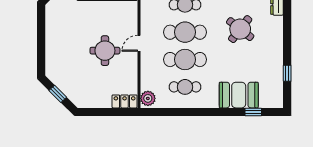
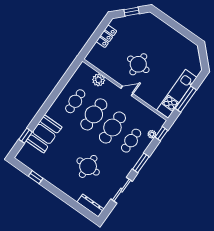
round table: (240, 29) -> (88, 166), turned -38
door: (139, 43) -> (127, 91), hinge flipped
plant: (148, 98) -> (99, 80), moved
locker: (125, 101) -> (106, 36), moved

